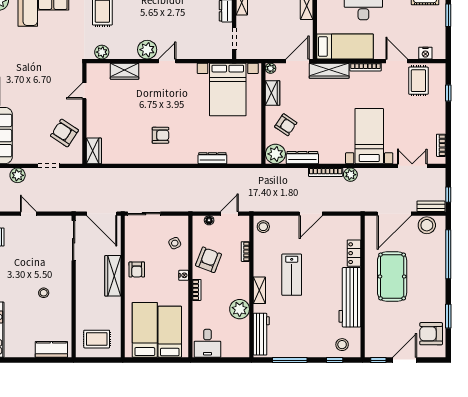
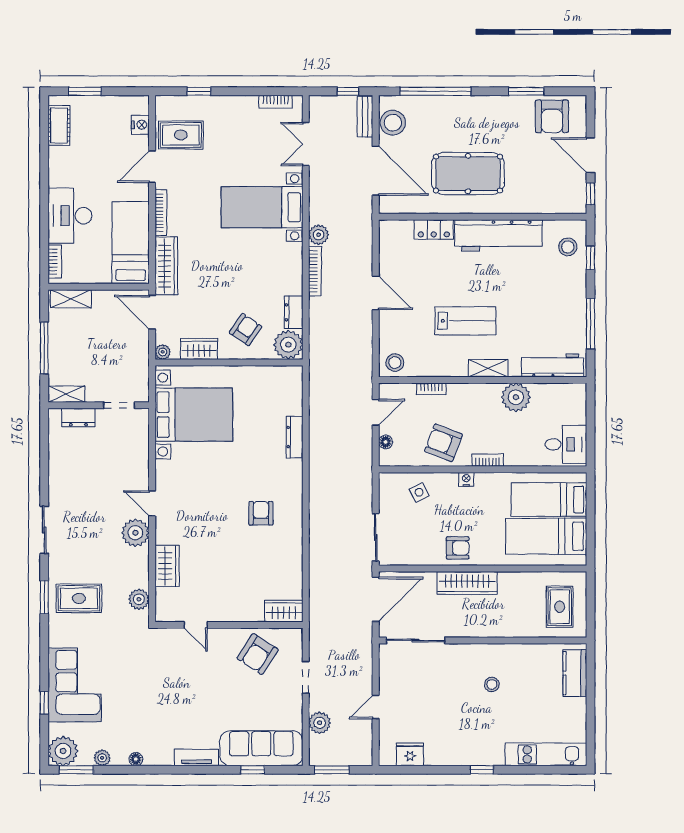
dresser: (302, 158) -> (294, 312), width x0.70
door: (229, 214) -> (376, 412), swing flipped

